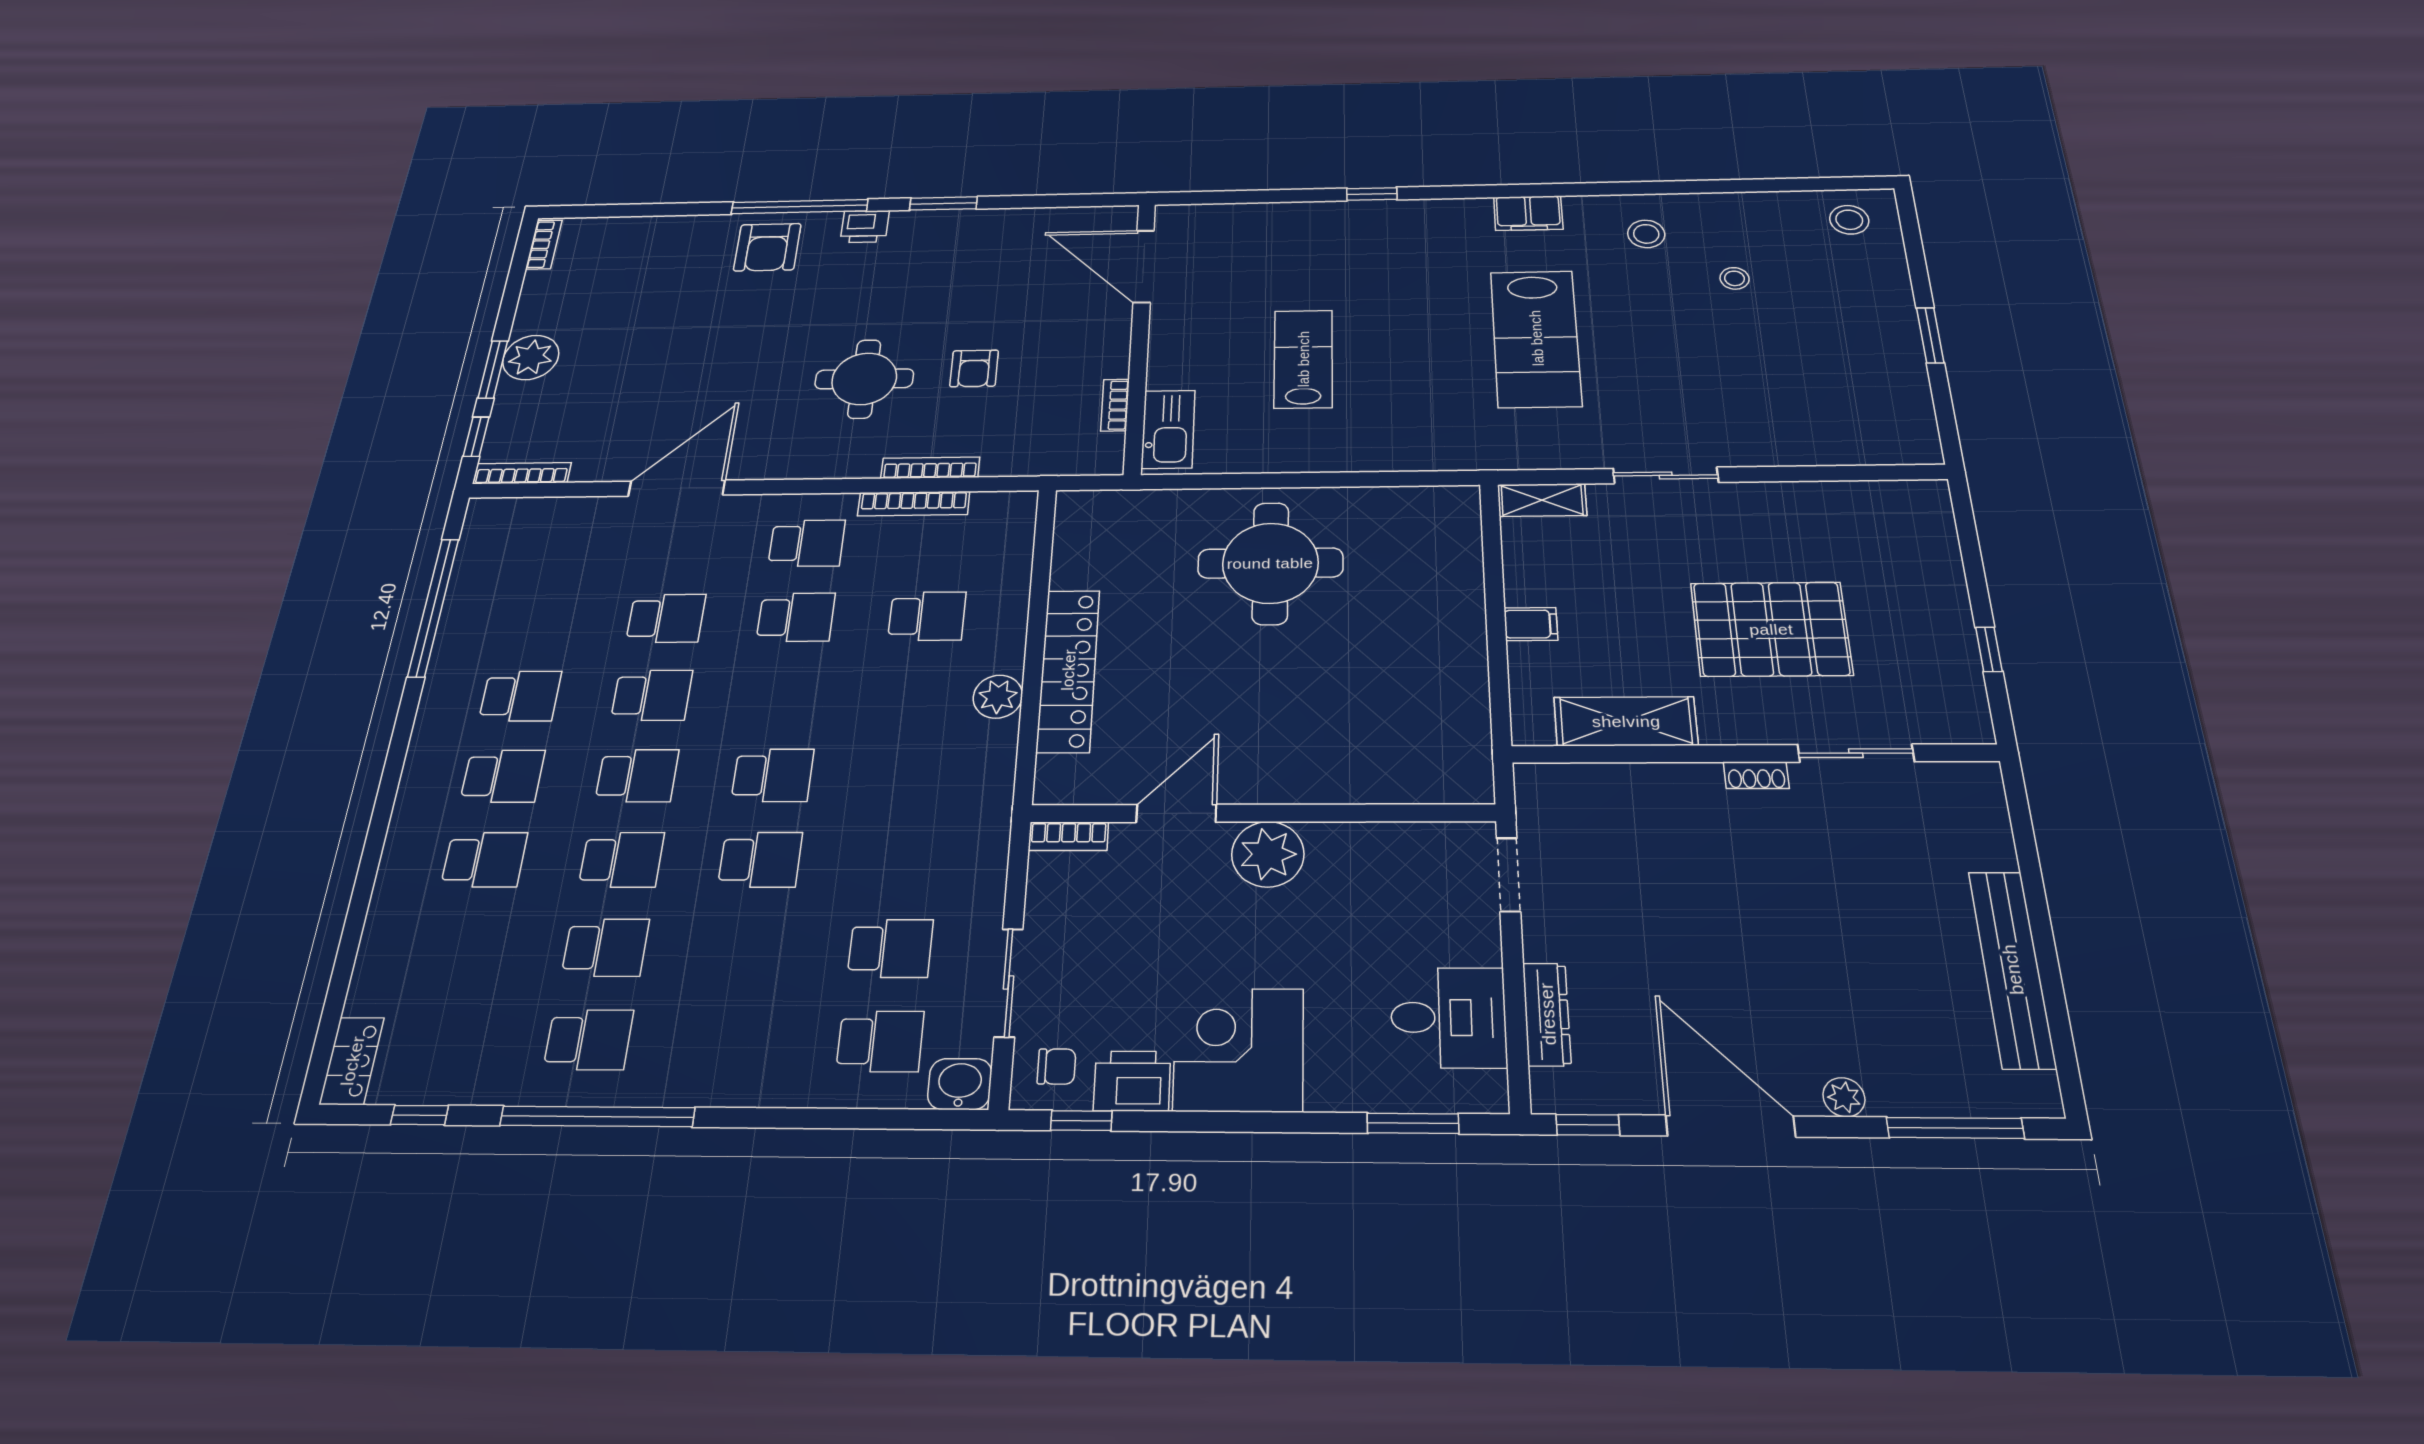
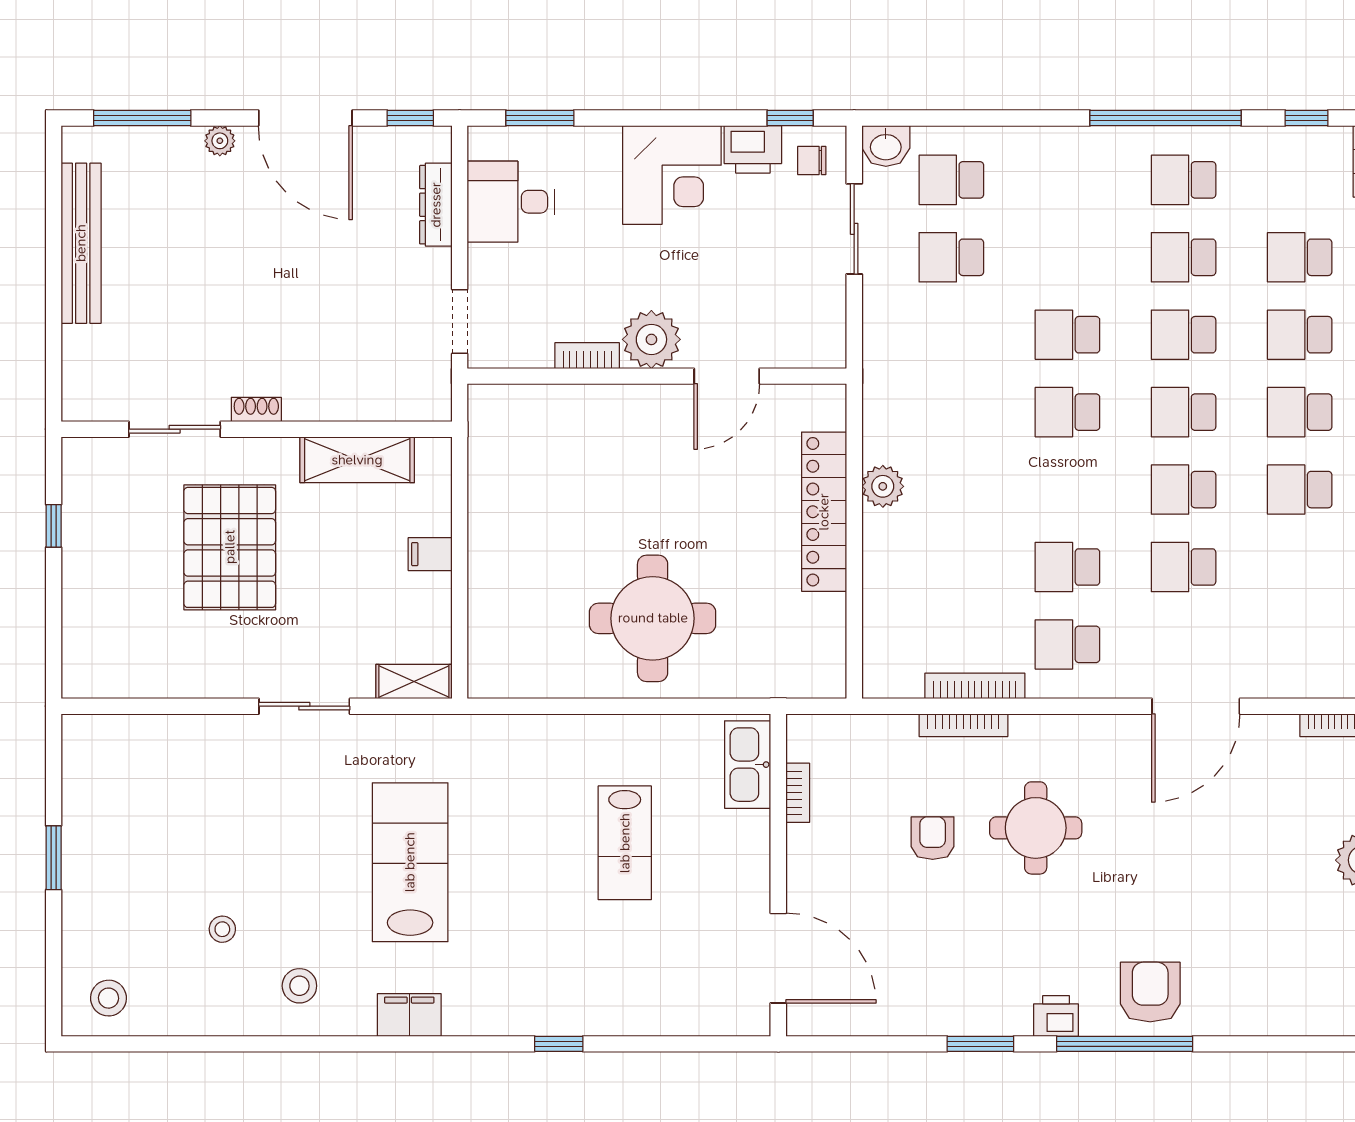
school desk: (927, 616) -> (1300, 257), moved
pallet: (1771, 629) -> (230, 547), turned 90
bookcase: (1068, 836) -> (587, 356), moved

